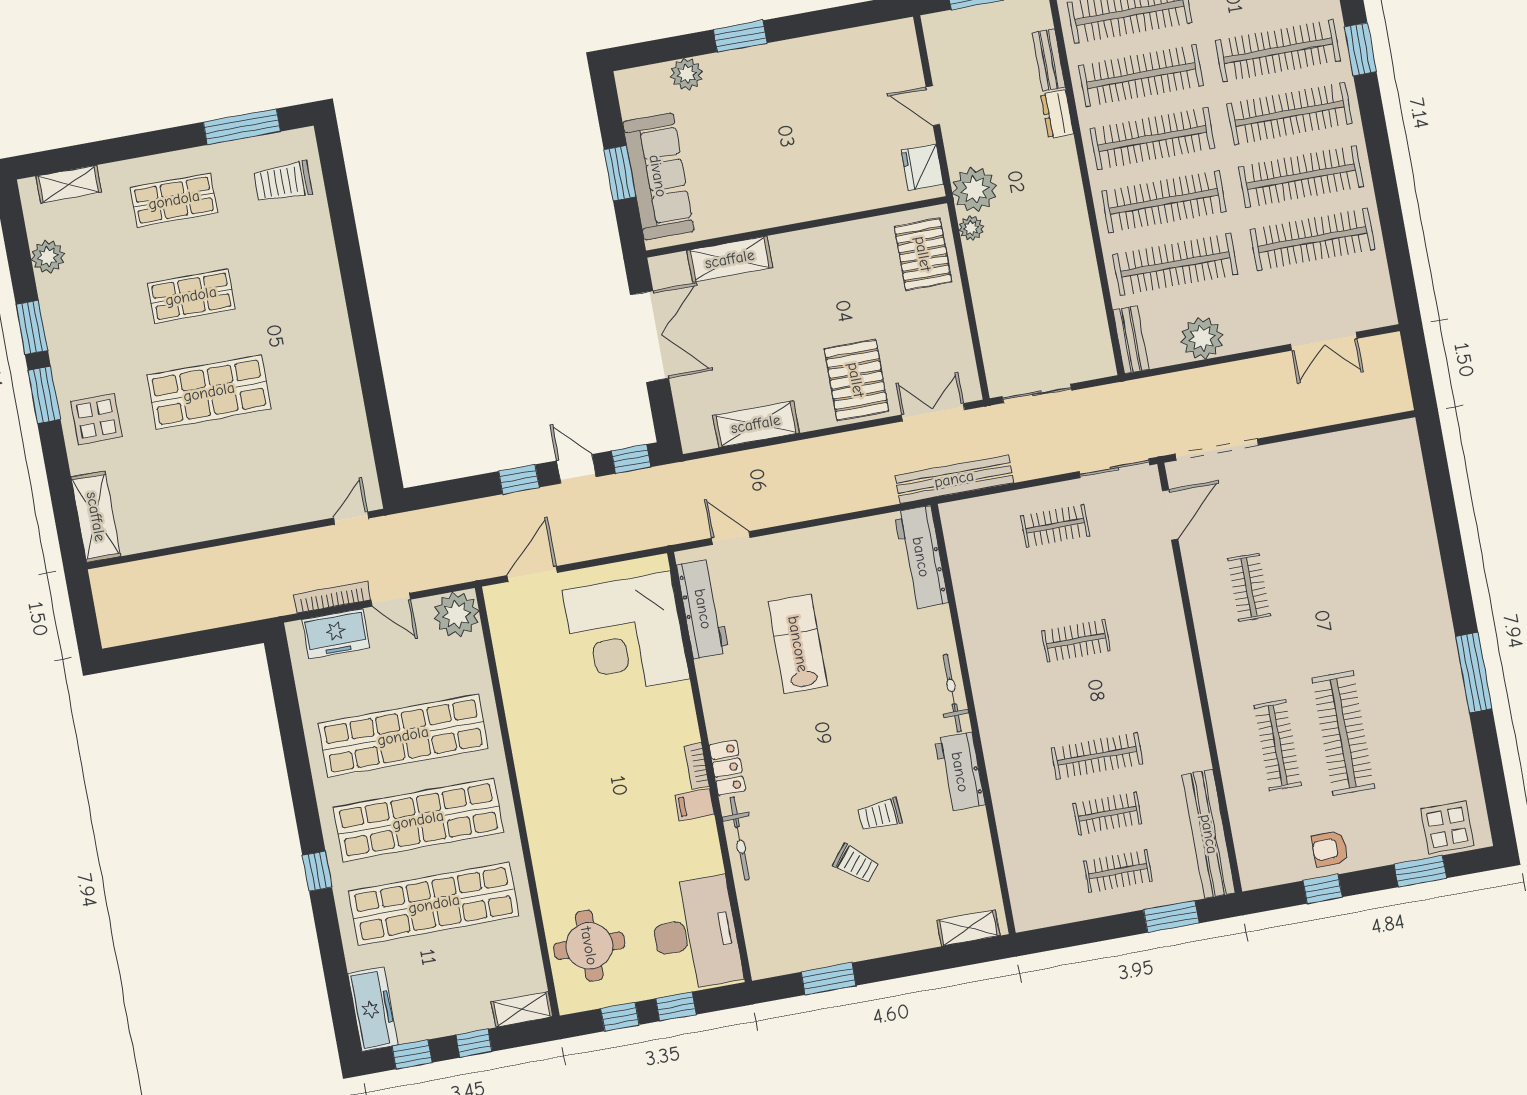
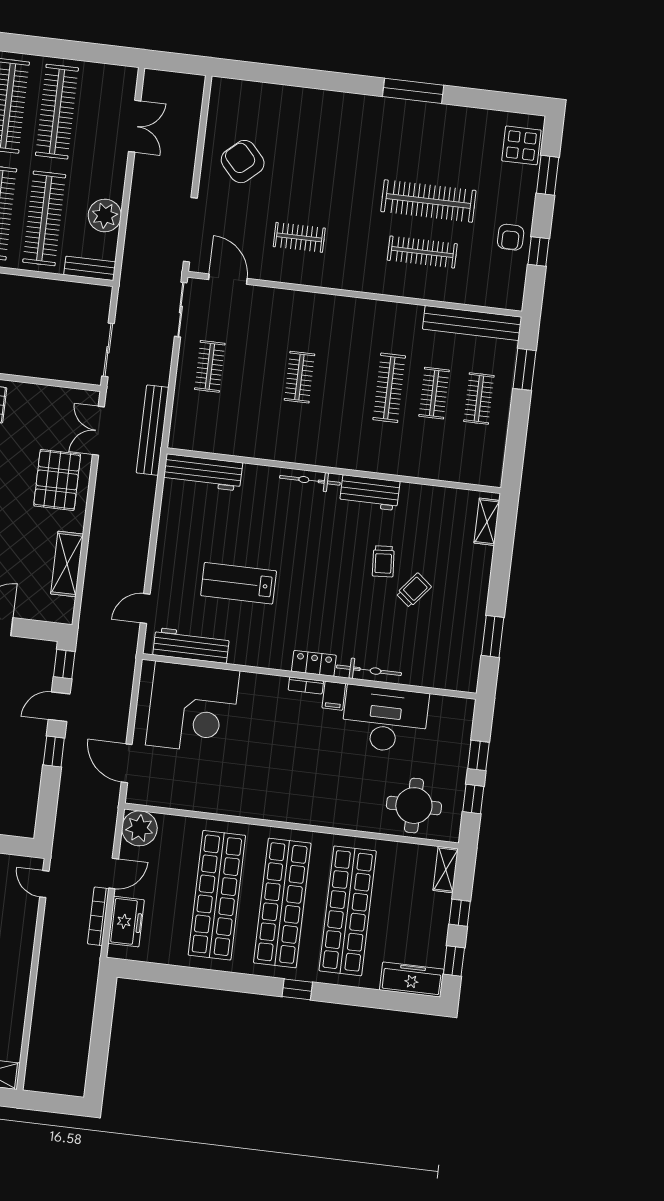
pallet: (856, 380) -> (57, 480), turned 90
armchair: (1321, 488) -> (243, 162), added
desk: (695, 934) -> (385, 719), moved

